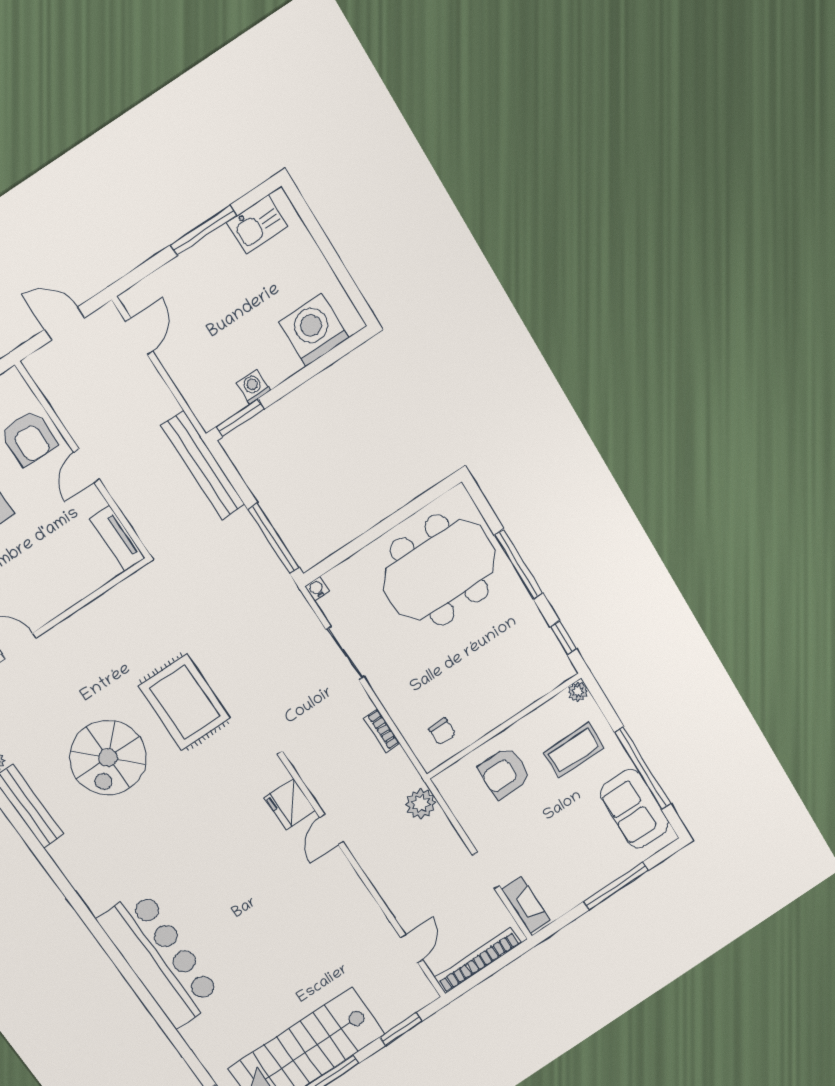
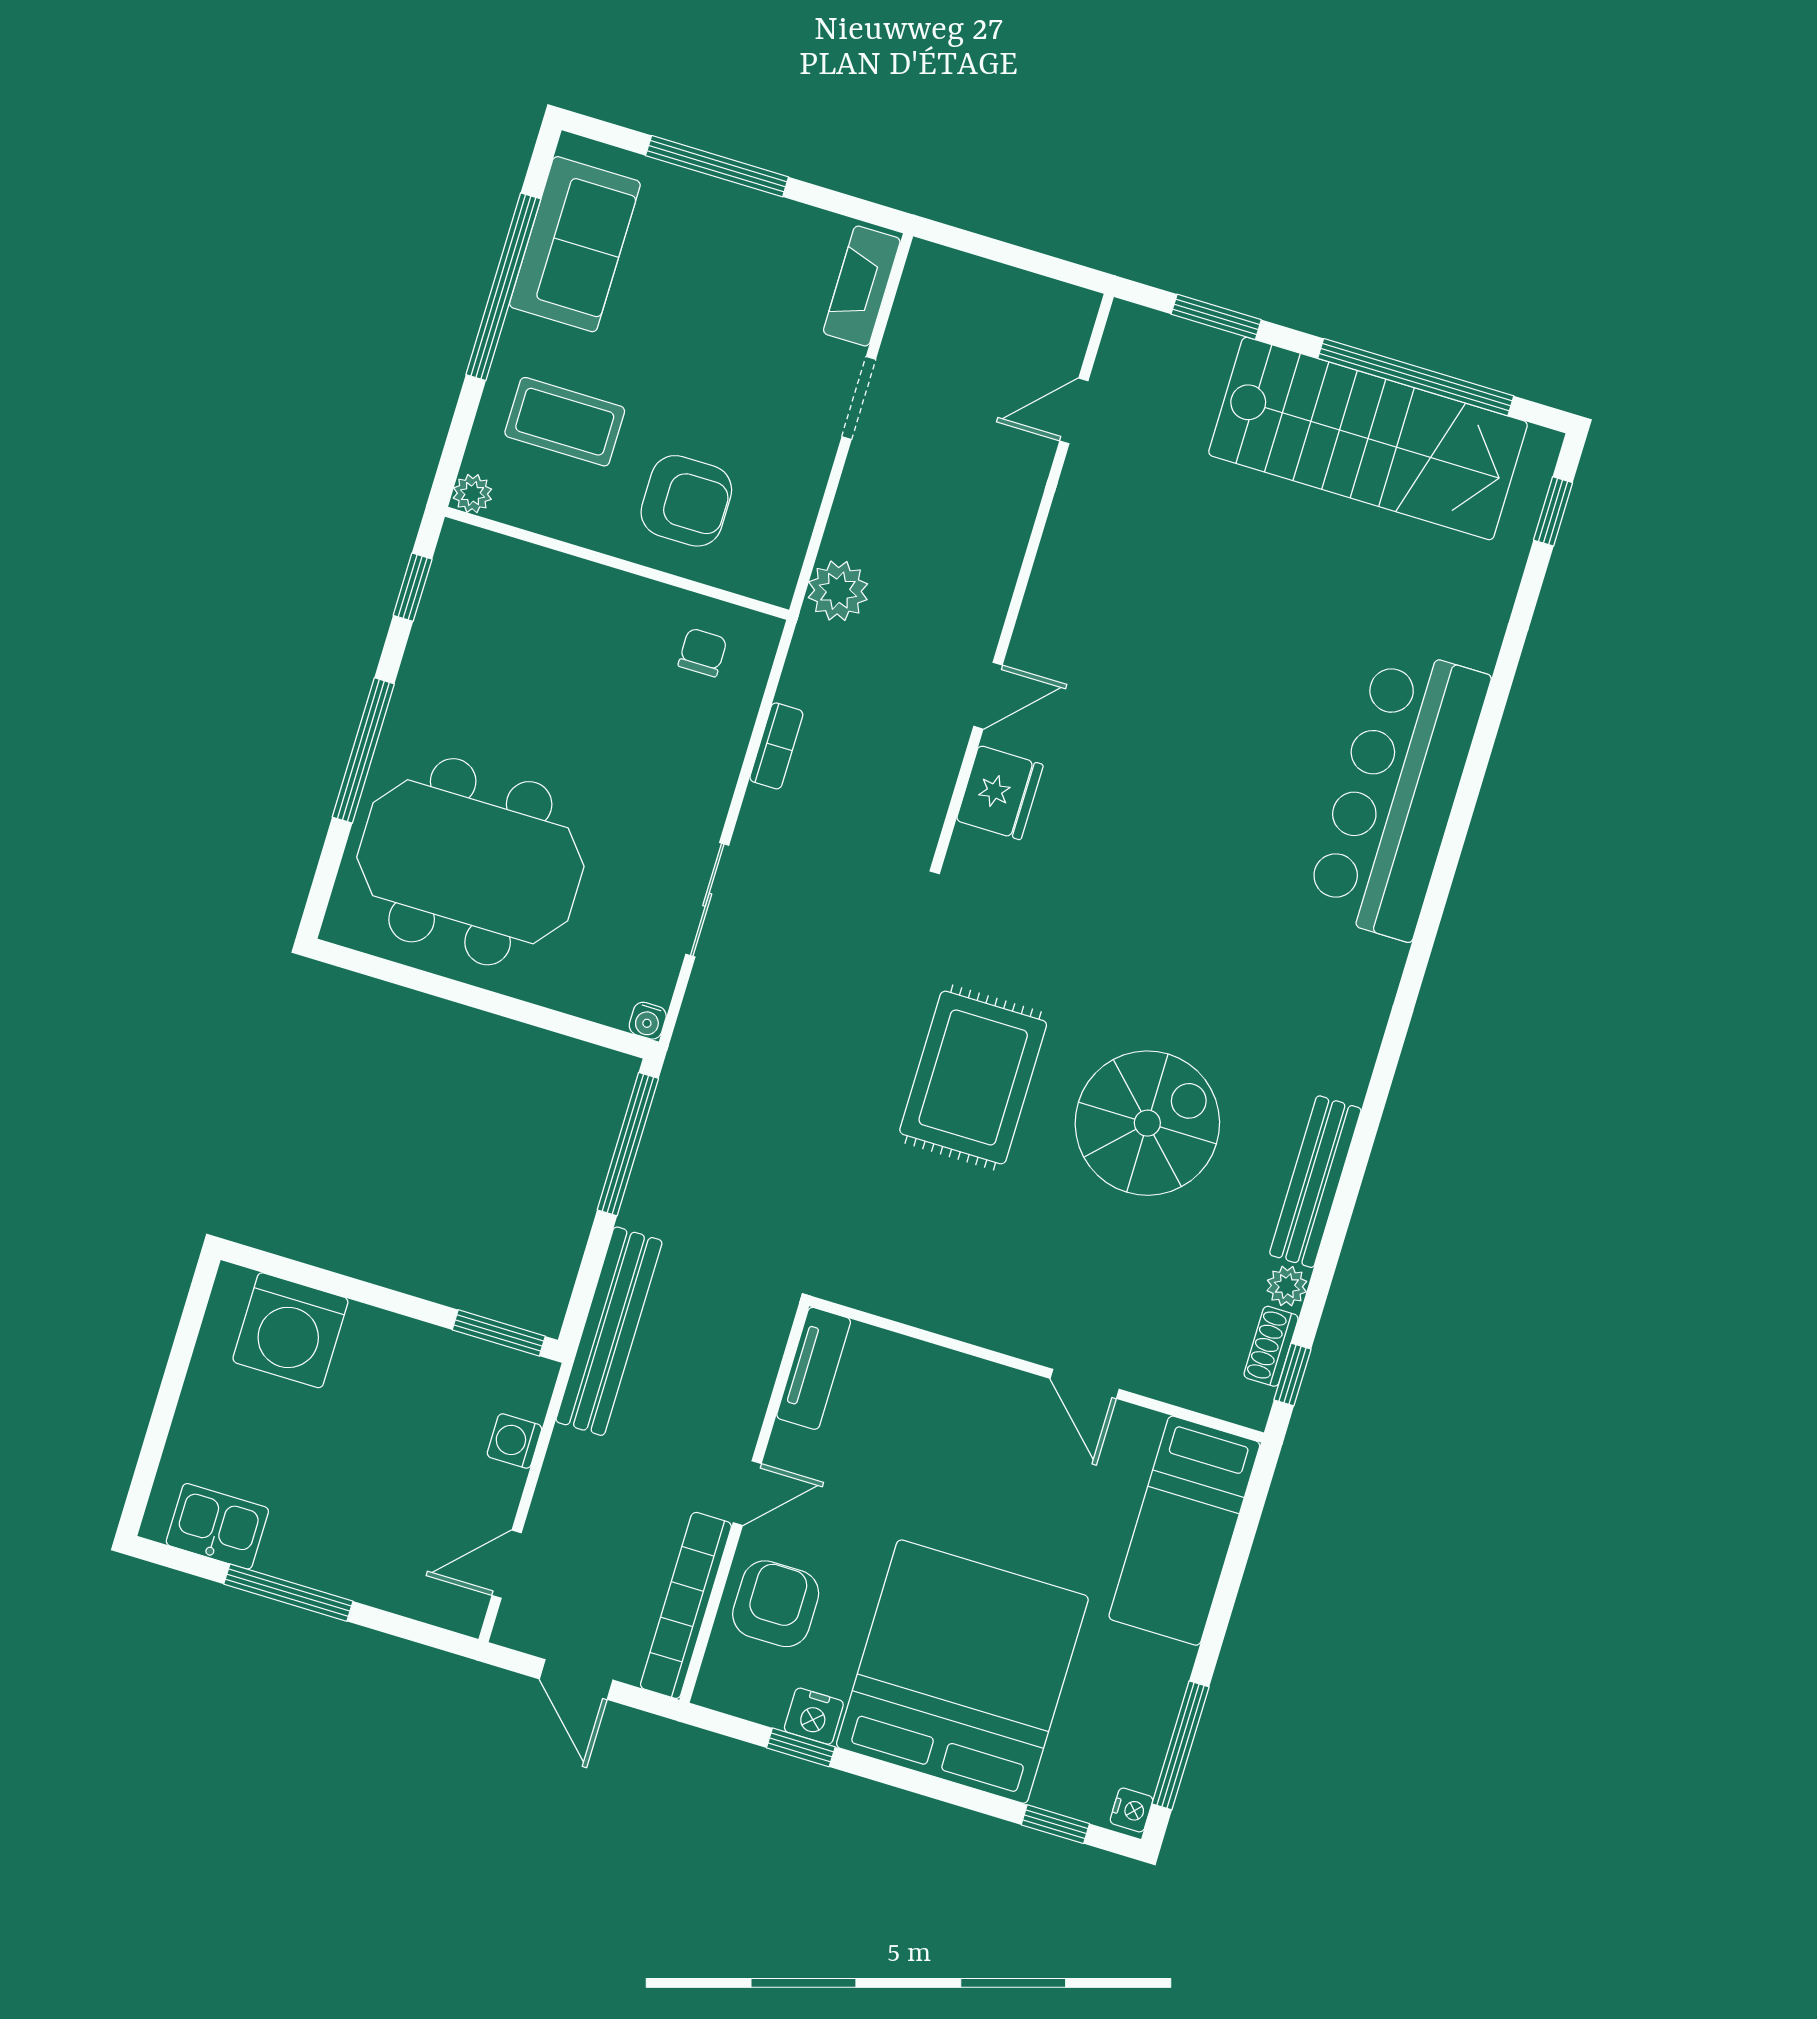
washing machine: (254, 387) -> (514, 1441), moved, turned 90
bookcase: (478, 960) -> (686, 1605), moved, turned 90

